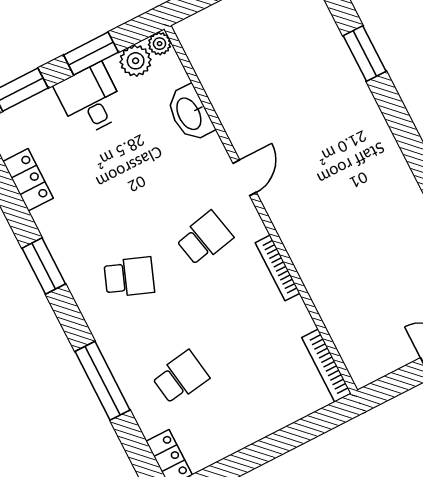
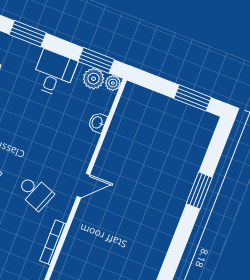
window: (91, 54) -> (96, 60), moved
washbasin: (190, 113) -> (97, 123), width x0.52, depth x0.69
school desk: (205, 238) -> (35, 192), turned 33

